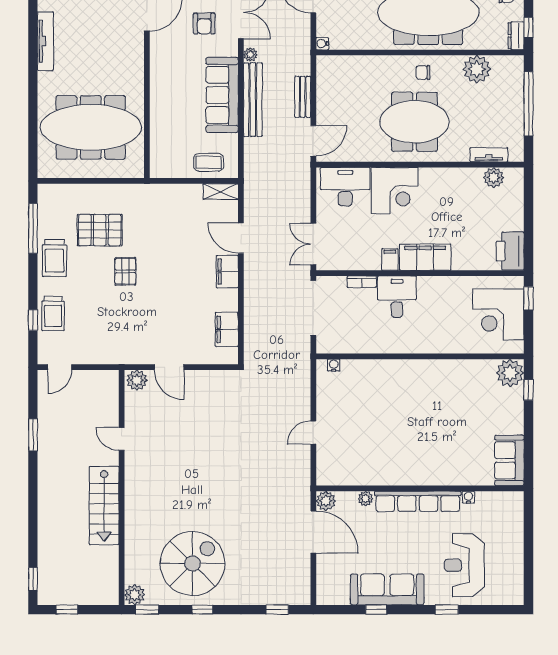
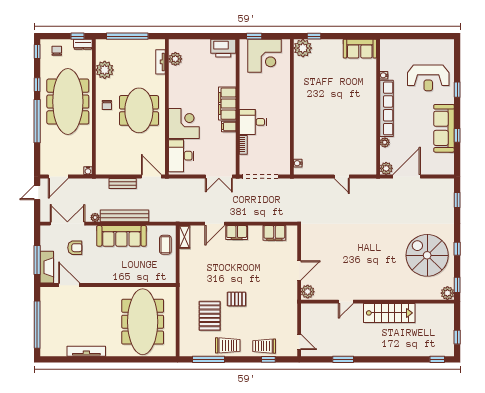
trolley: (53, 313) -> (264, 346), turned 180

